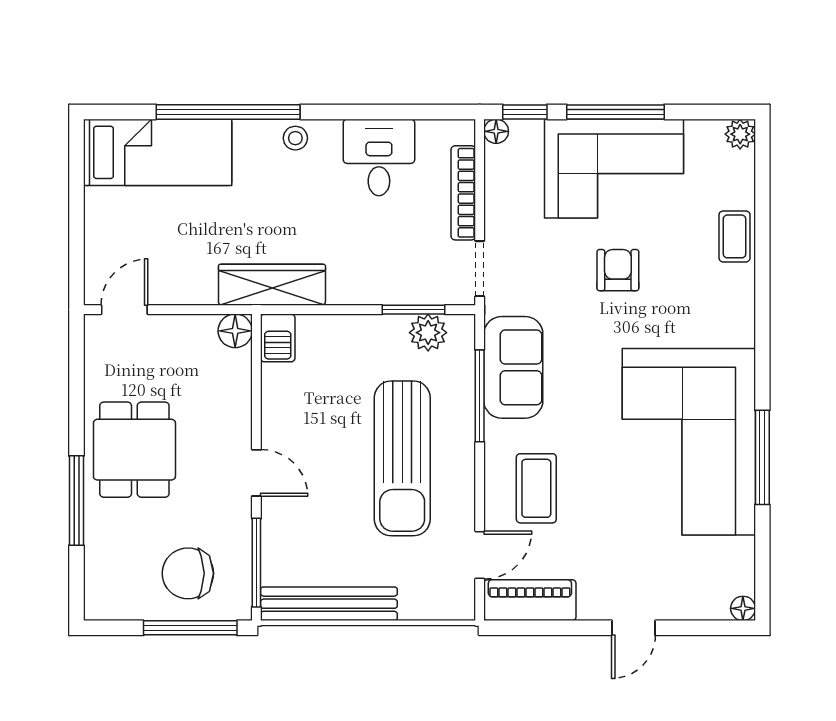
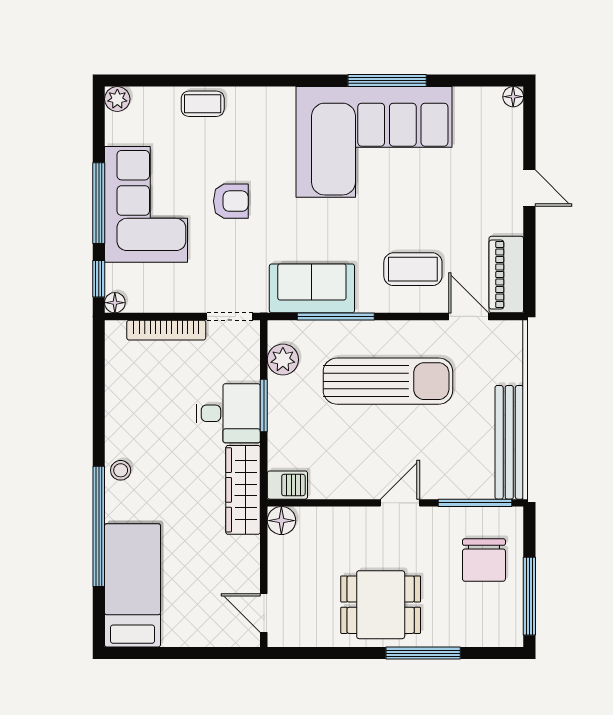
desk: (379, 157) -> (228, 413), moved, turned 180
armchair: (618, 270) -> (231, 201), turned 180
window: (414, 310) -> (264, 405), moved
window: (190, 628) -> (529, 596), moved

